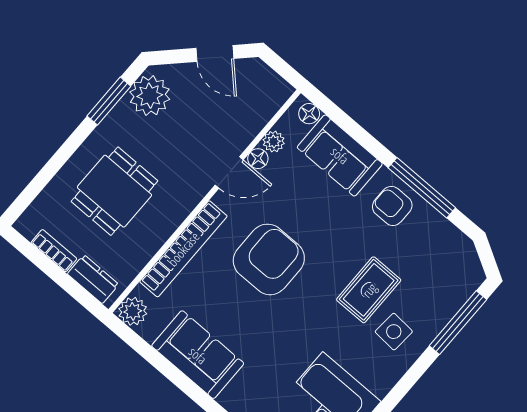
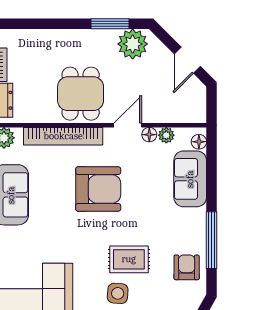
door: (229, 172) -> (128, 125), swing flipped
dining table: (114, 191) -> (81, 94), moved, turned 90
armchair: (392, 206) -> (187, 267), moved

